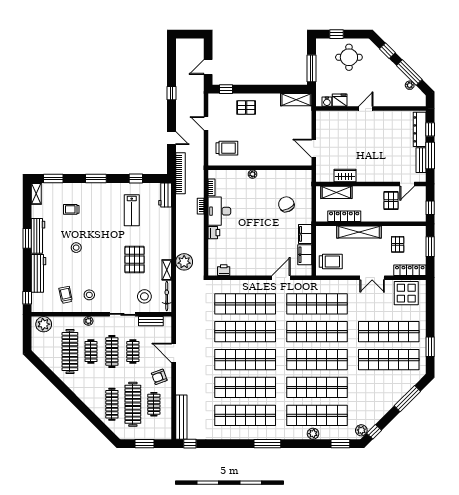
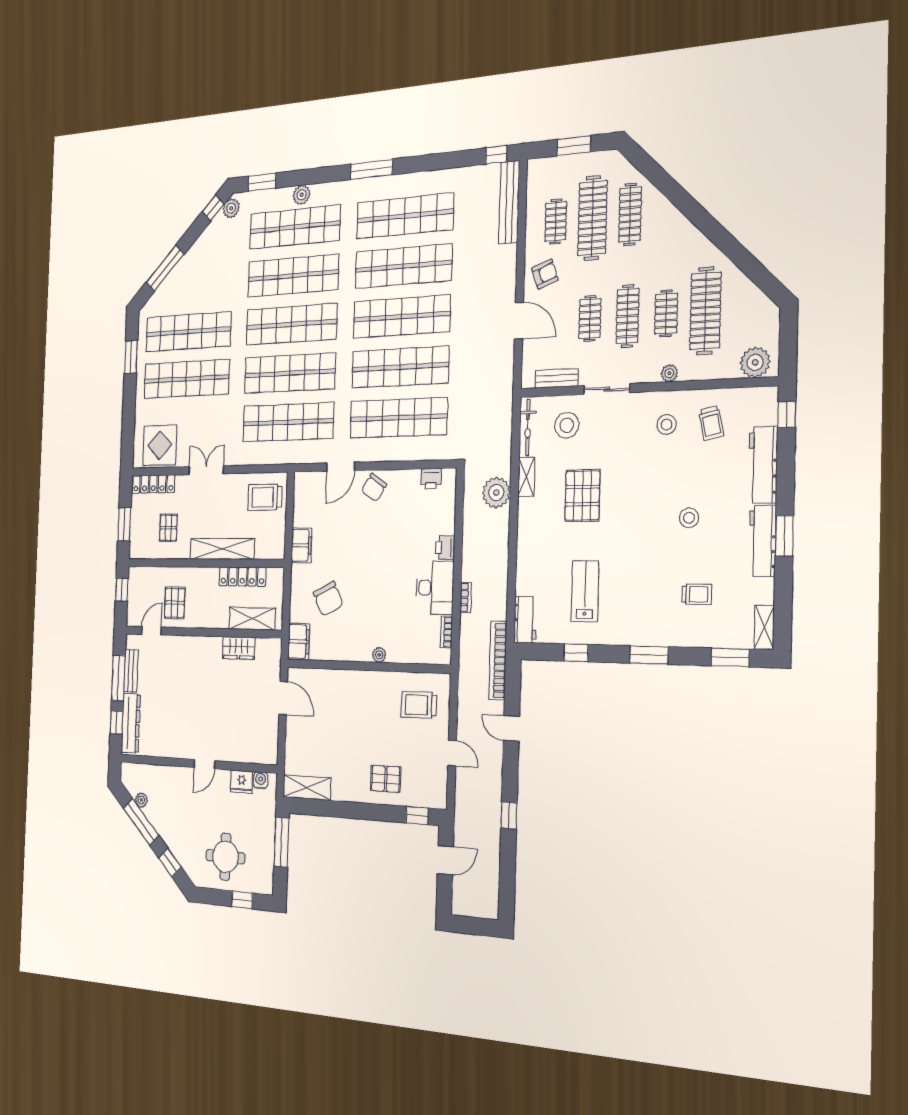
filing cabinet: (305, 255) -> (299, 642), moved
chair: (259, 266) -> (374, 487), added

